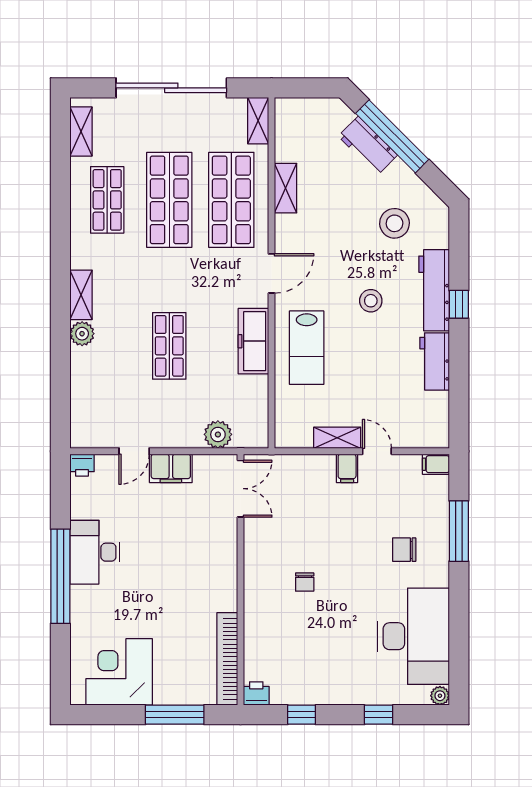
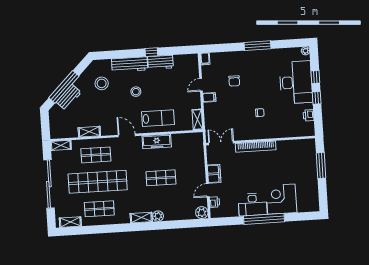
shop shelf: (169, 200) -> (98, 182), width x1.40
shop shelf: (231, 200) -> (96, 155), width x0.70, depth x0.74
window: (459, 304) -> (151, 52), moved
plant: (218, 434) -> (202, 213), moved
shelving: (337, 438) -> (197, 120), moved
door: (134, 451) -> (208, 190), swing flipped
printer: (82, 465) -> (214, 202), moved
window: (459, 531) -> (257, 46), moved
chair: (404, 550) -> (234, 81), moved
desk: (413, 636) -> (296, 82), moved, turned 90
bookcase: (227, 659) -> (256, 147), moved
corner desk: (119, 672) -> (281, 199), moved, turned 90
printer: (256, 693) -> (309, 115), moved
window: (302, 715) -> (317, 98), moved

